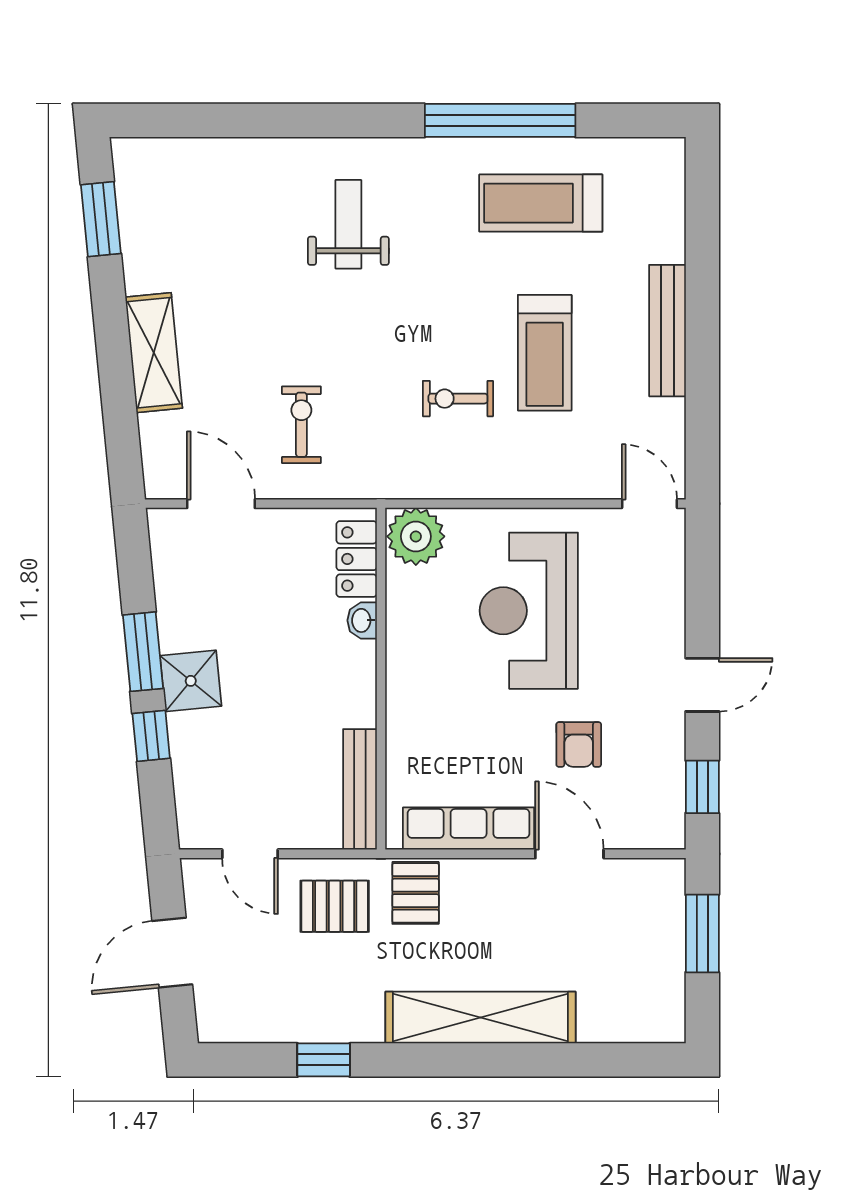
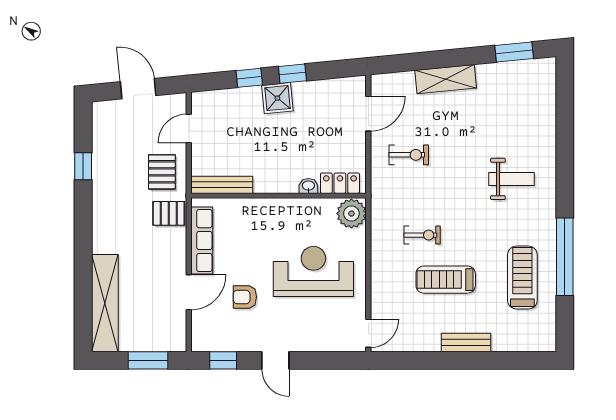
bench: (667, 331) -> (466, 342), width x0.73
exercise bike: (458, 399) -> (422, 235), turned 90
window: (143, 652) -> (292, 74), width x0.67
shelving: (480, 1017) -> (105, 303), moved

